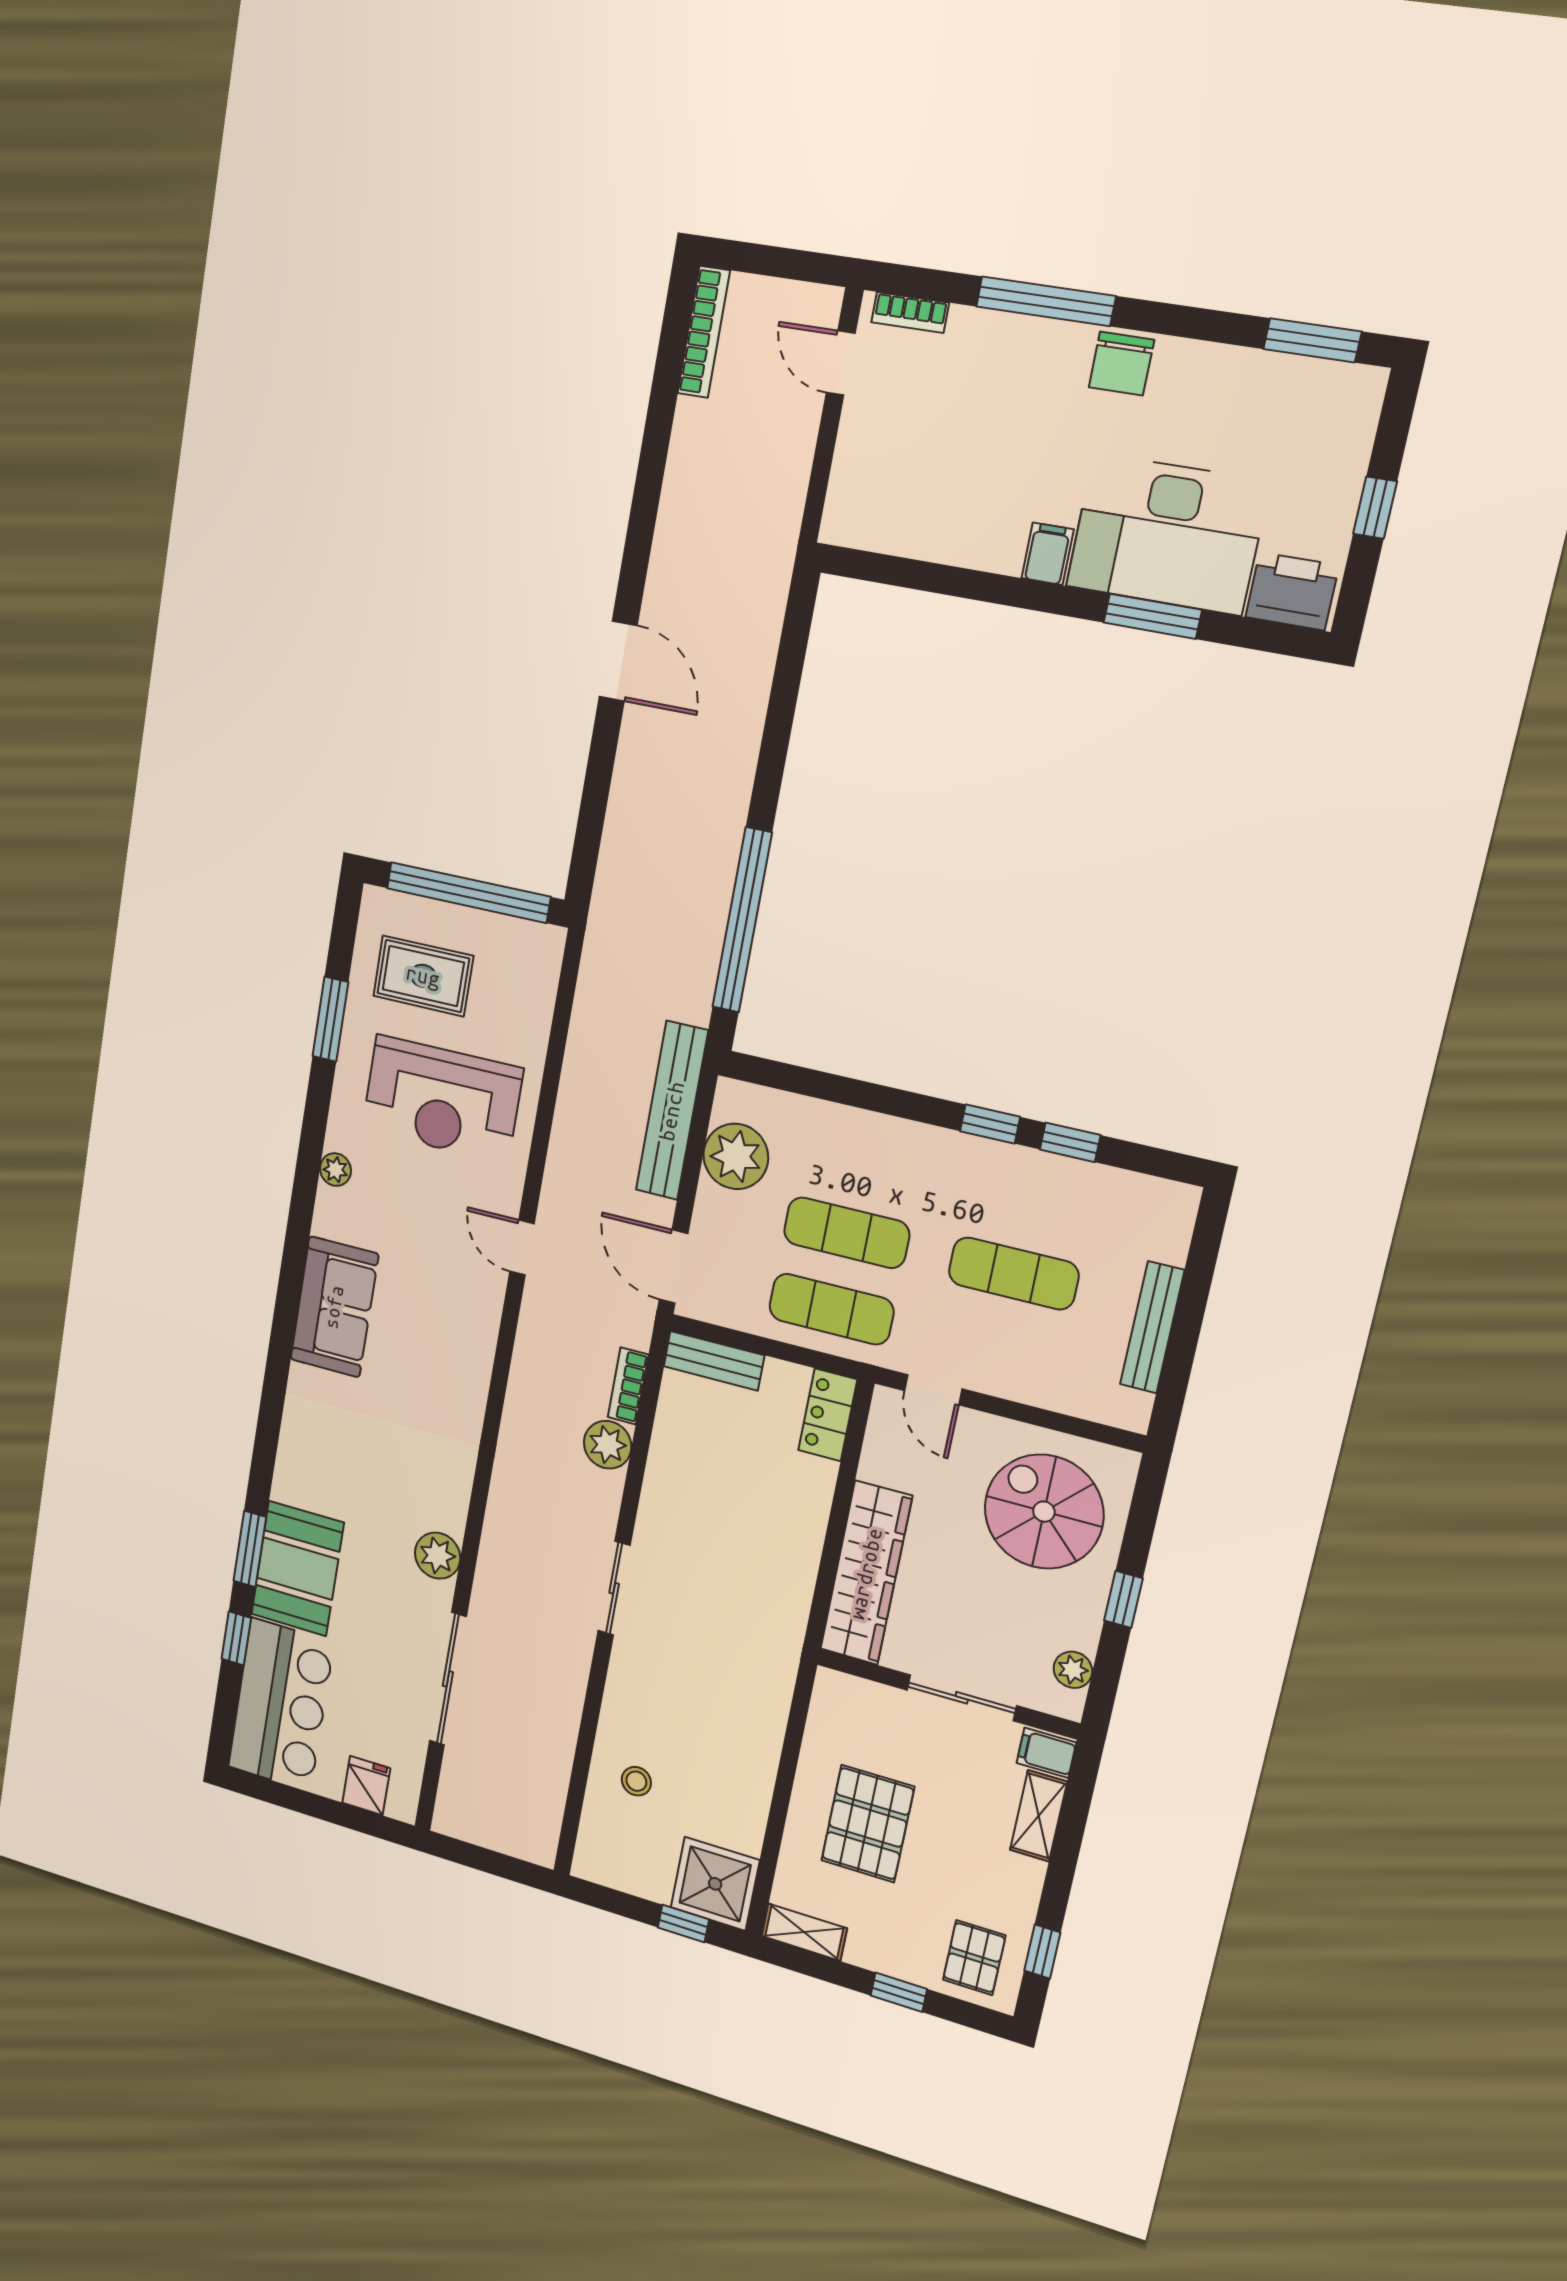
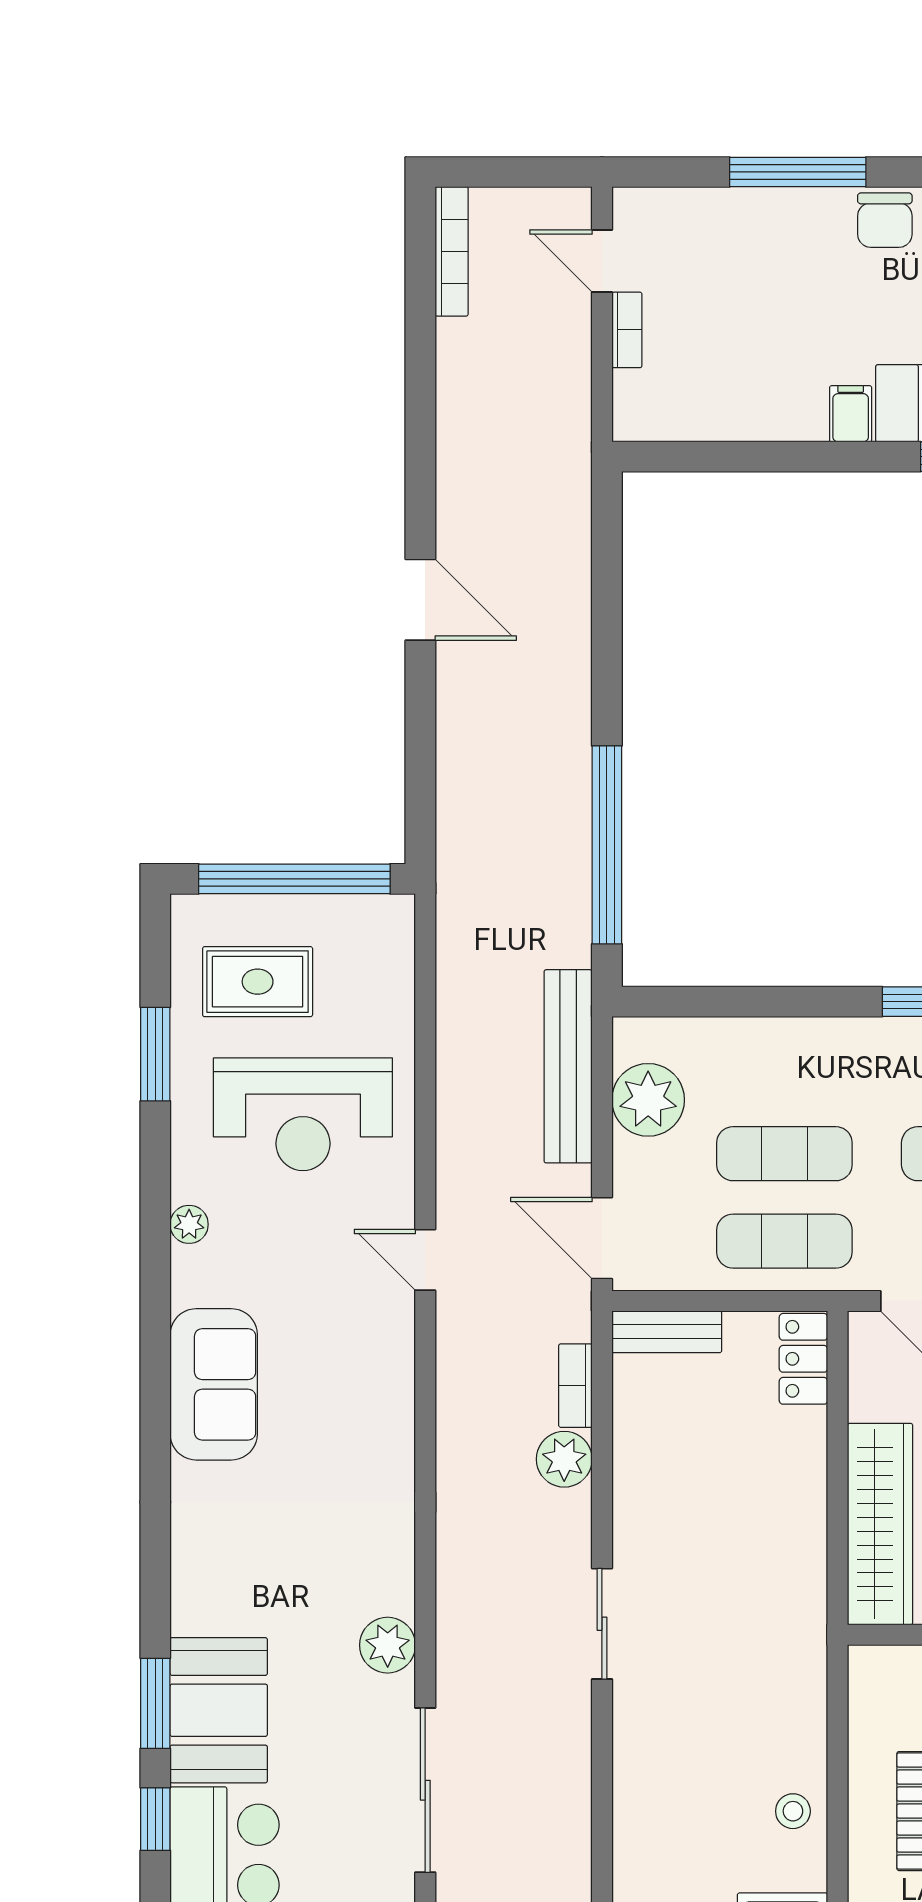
bookcase: (910, 313) -> (627, 330), moved, turned -90
stool: (636, 1781) -> (793, 1811), moved

